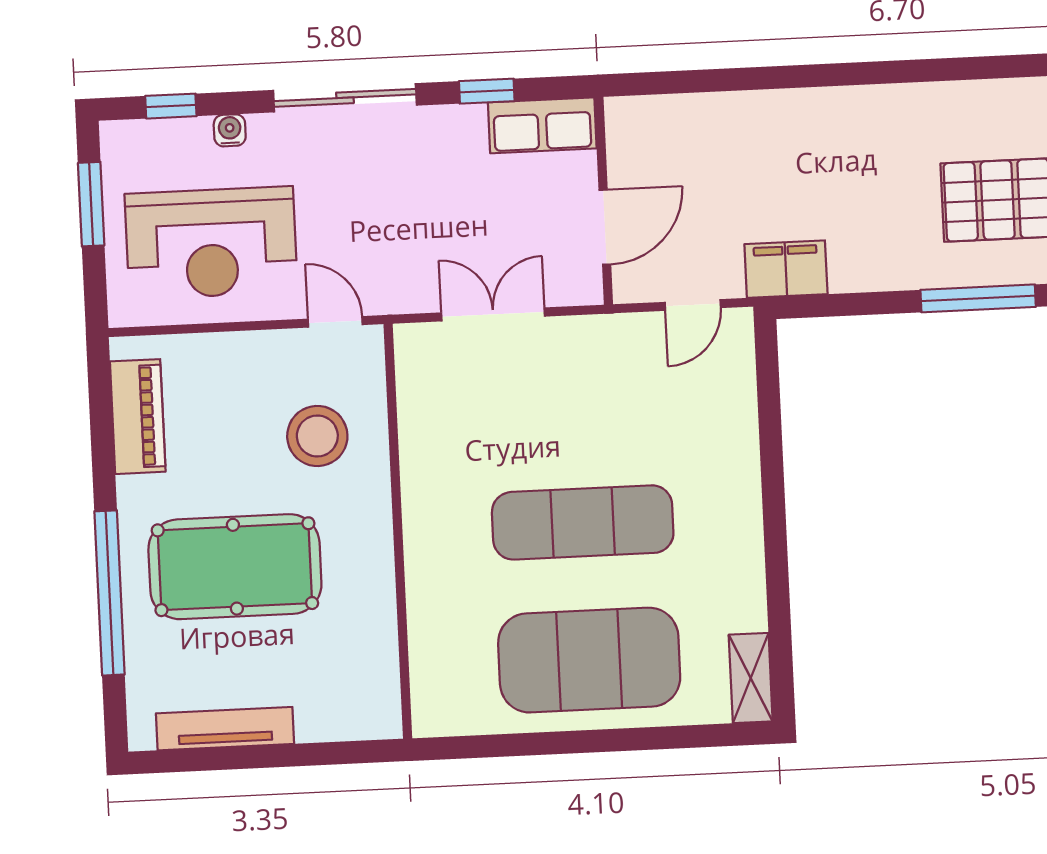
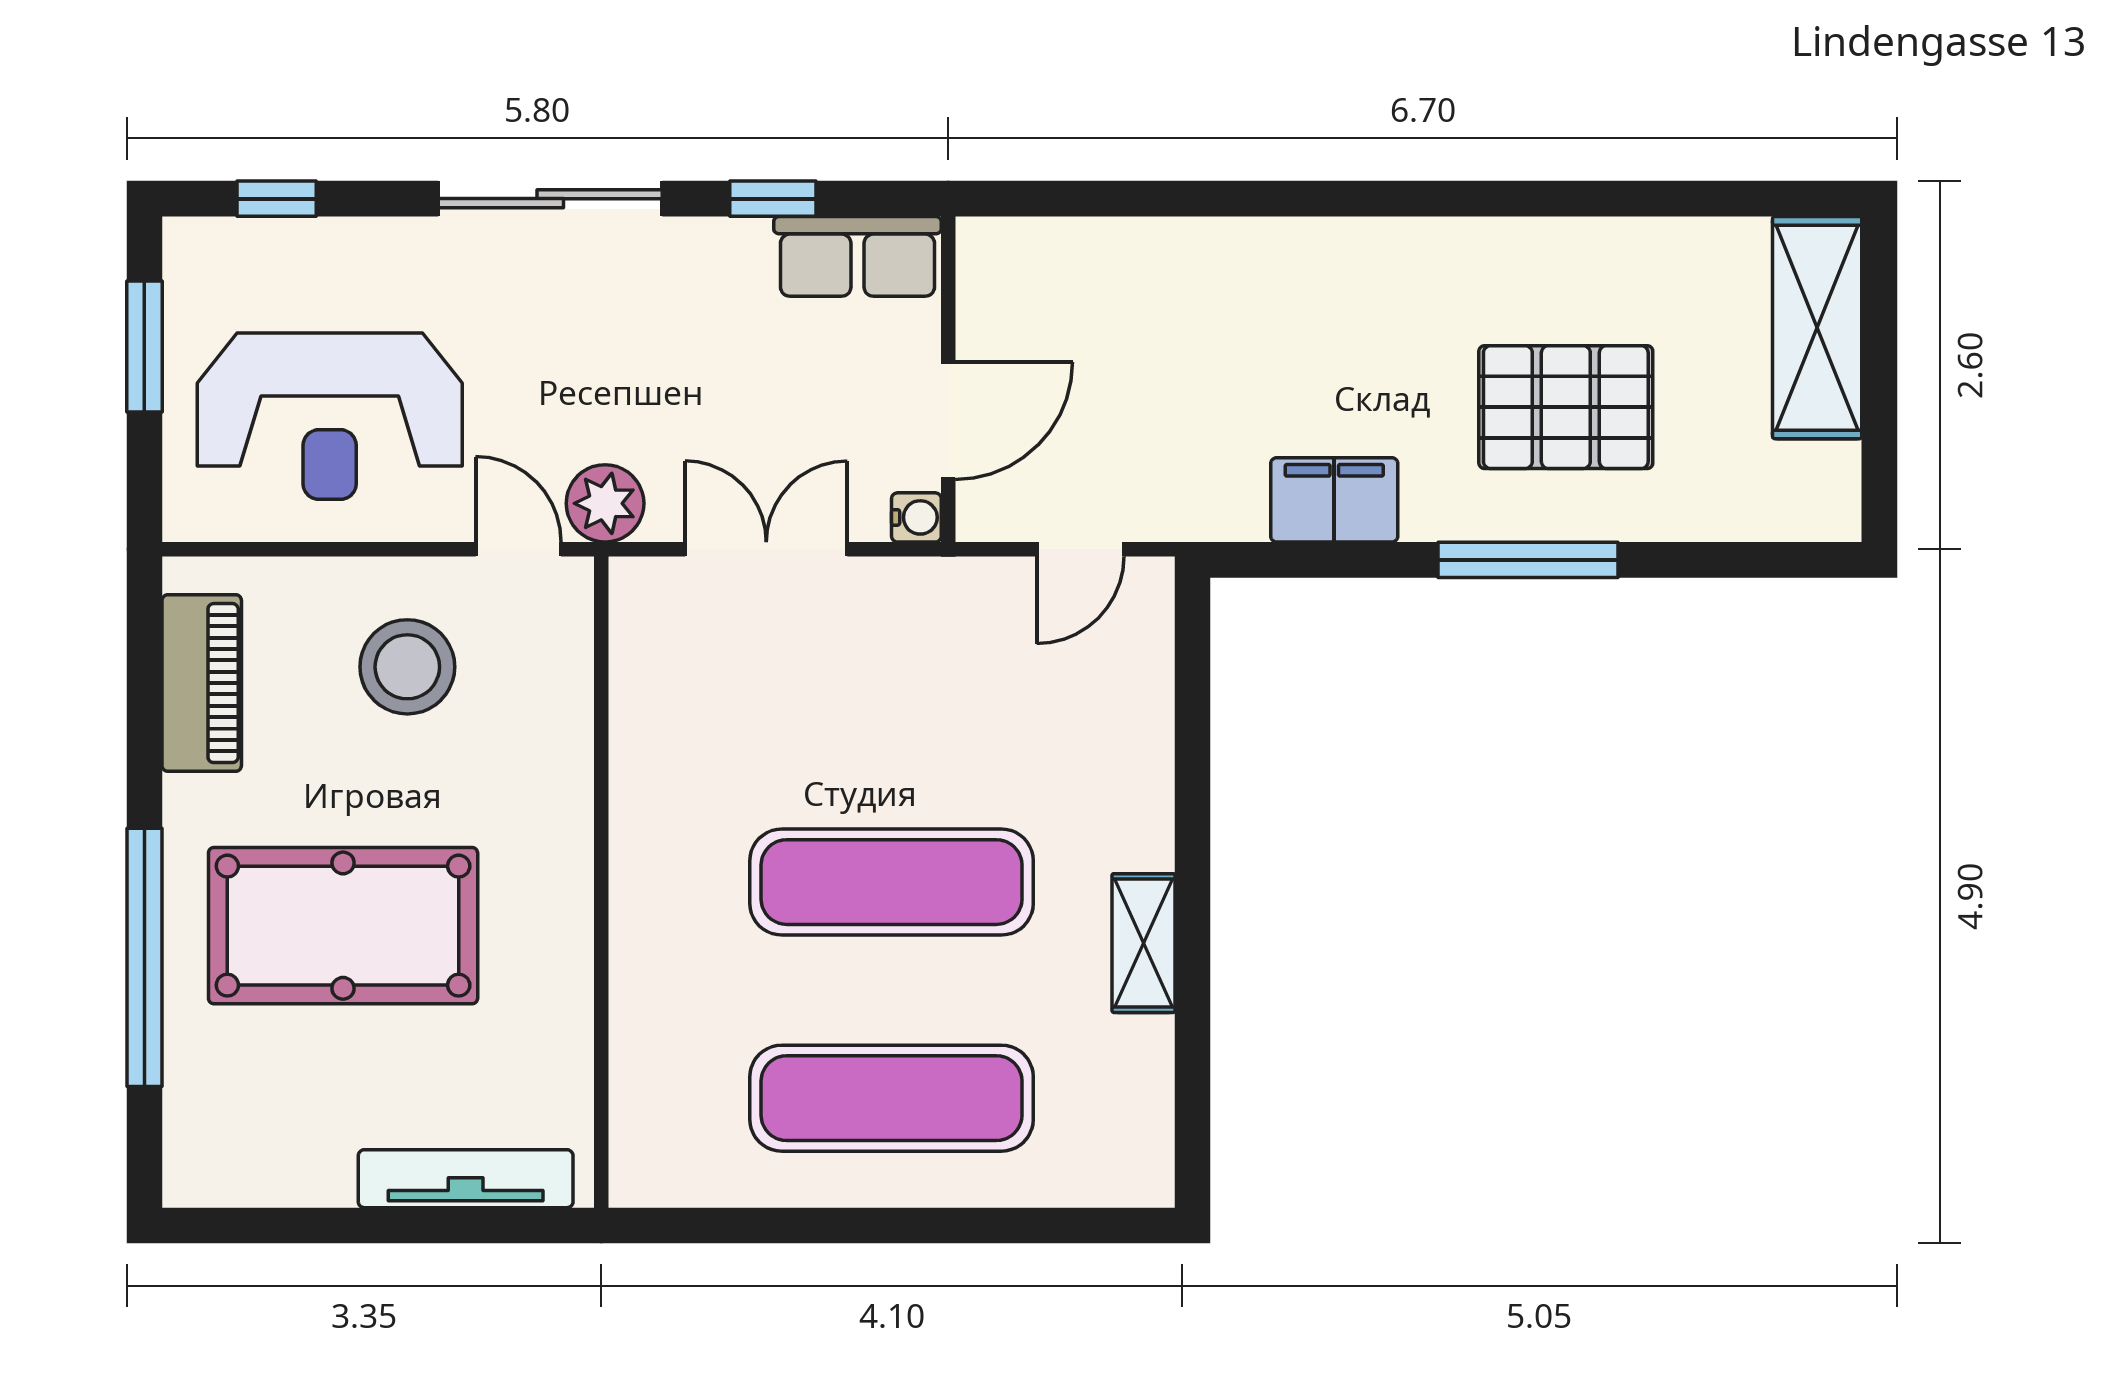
water cooler: (230, 130) -> (916, 517), moved, turned 90
filing cabinet: (786, 269) -> (1334, 500), moved
plant: (389, 290) -> (605, 503), added
stool: (317, 436) -> (407, 667), moved
exercise mat: (589, 660) -> (892, 1098), width x0.68
shelving: (751, 678) -> (1143, 943), moved
tv unit: (225, 729) -> (466, 1179), moved

